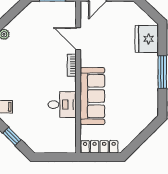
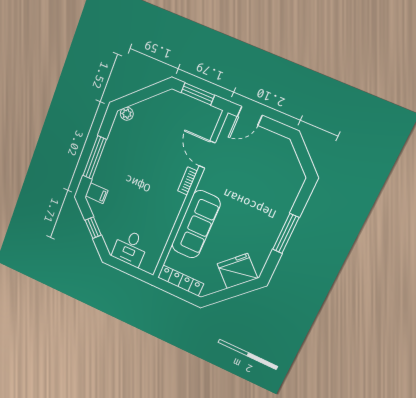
fridge: (147, 39) -> (237, 271), moved, turned 45
desk: (62, 105) -> (130, 248), moved, turned 90

